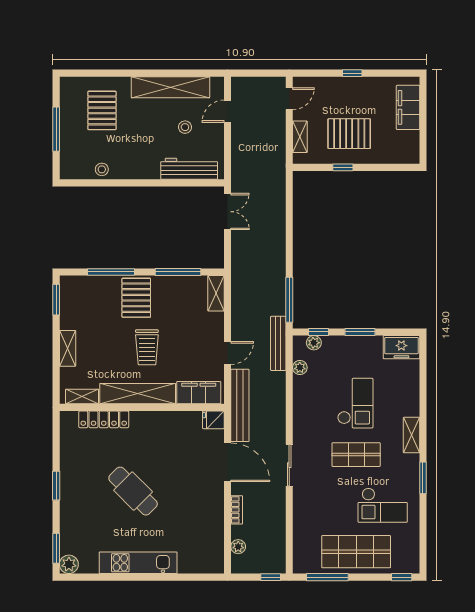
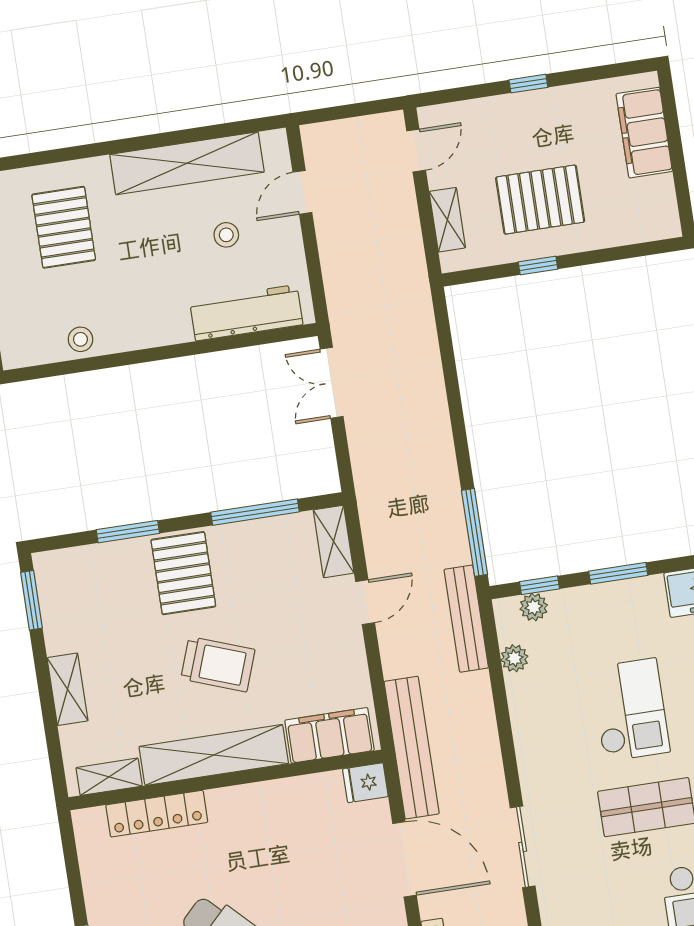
double door: (228, 212) -> (332, 383), swing flipped
window: (111, 272) -> (128, 532), width x0.69
trolley: (147, 347) -> (218, 664), turned -70
door: (228, 353) -> (365, 602), moved

